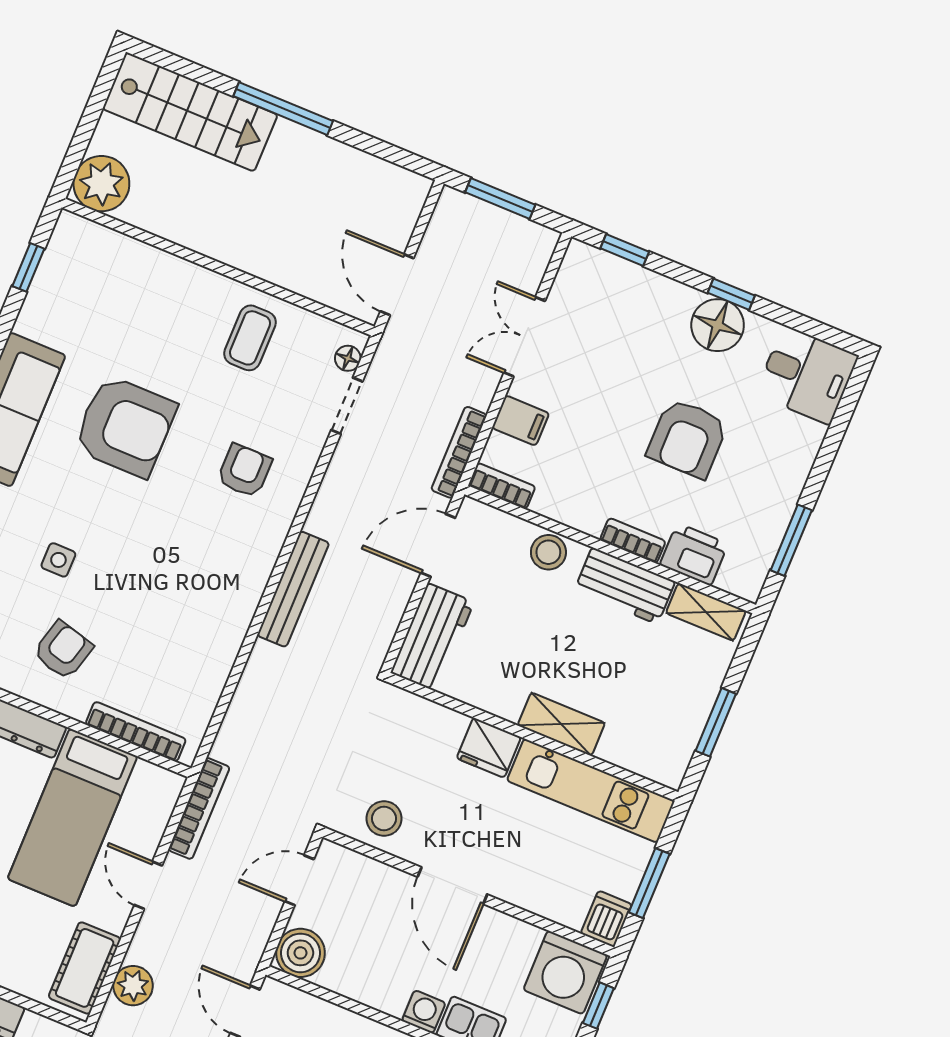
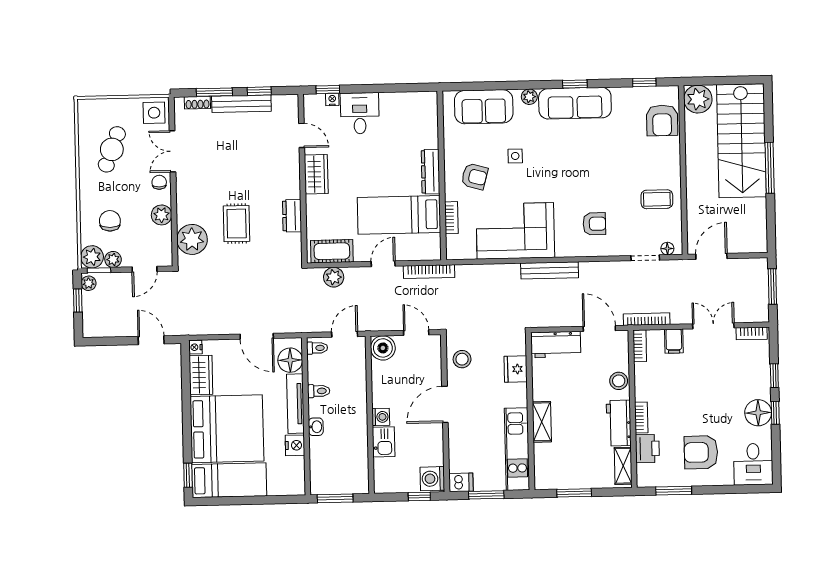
stairs: (190, 112) -> (742, 141), width x1.36, depth x1.51
window: (625, 250) -> (774, 376), moved
bookcase: (569, 274) -> (752, 333), added
armchair: (125, 426) -> (662, 120), moved, width x0.73, depth x0.73
armchair: (687, 438) -> (701, 452), moved
corner sofa: (194, 620) -> (515, 231), added
bookcase: (136, 732) -> (451, 218), width x0.64
fridge: (489, 748) -> (516, 369), moved
washing machine: (565, 972) -> (432, 479), width x0.73, depth x0.73

